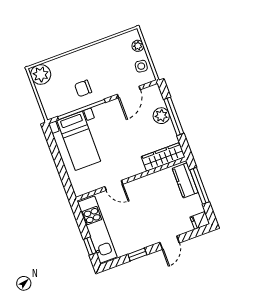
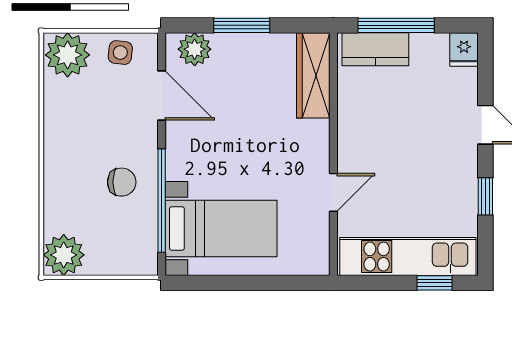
plant: (138, 46) -> (68, 55), width x1.88, depth x1.88
chair: (83, 88) -> (122, 182), turned -90
plant: (161, 116) -> (195, 49), moved
window: (174, 116) -> (242, 25), width x0.69

